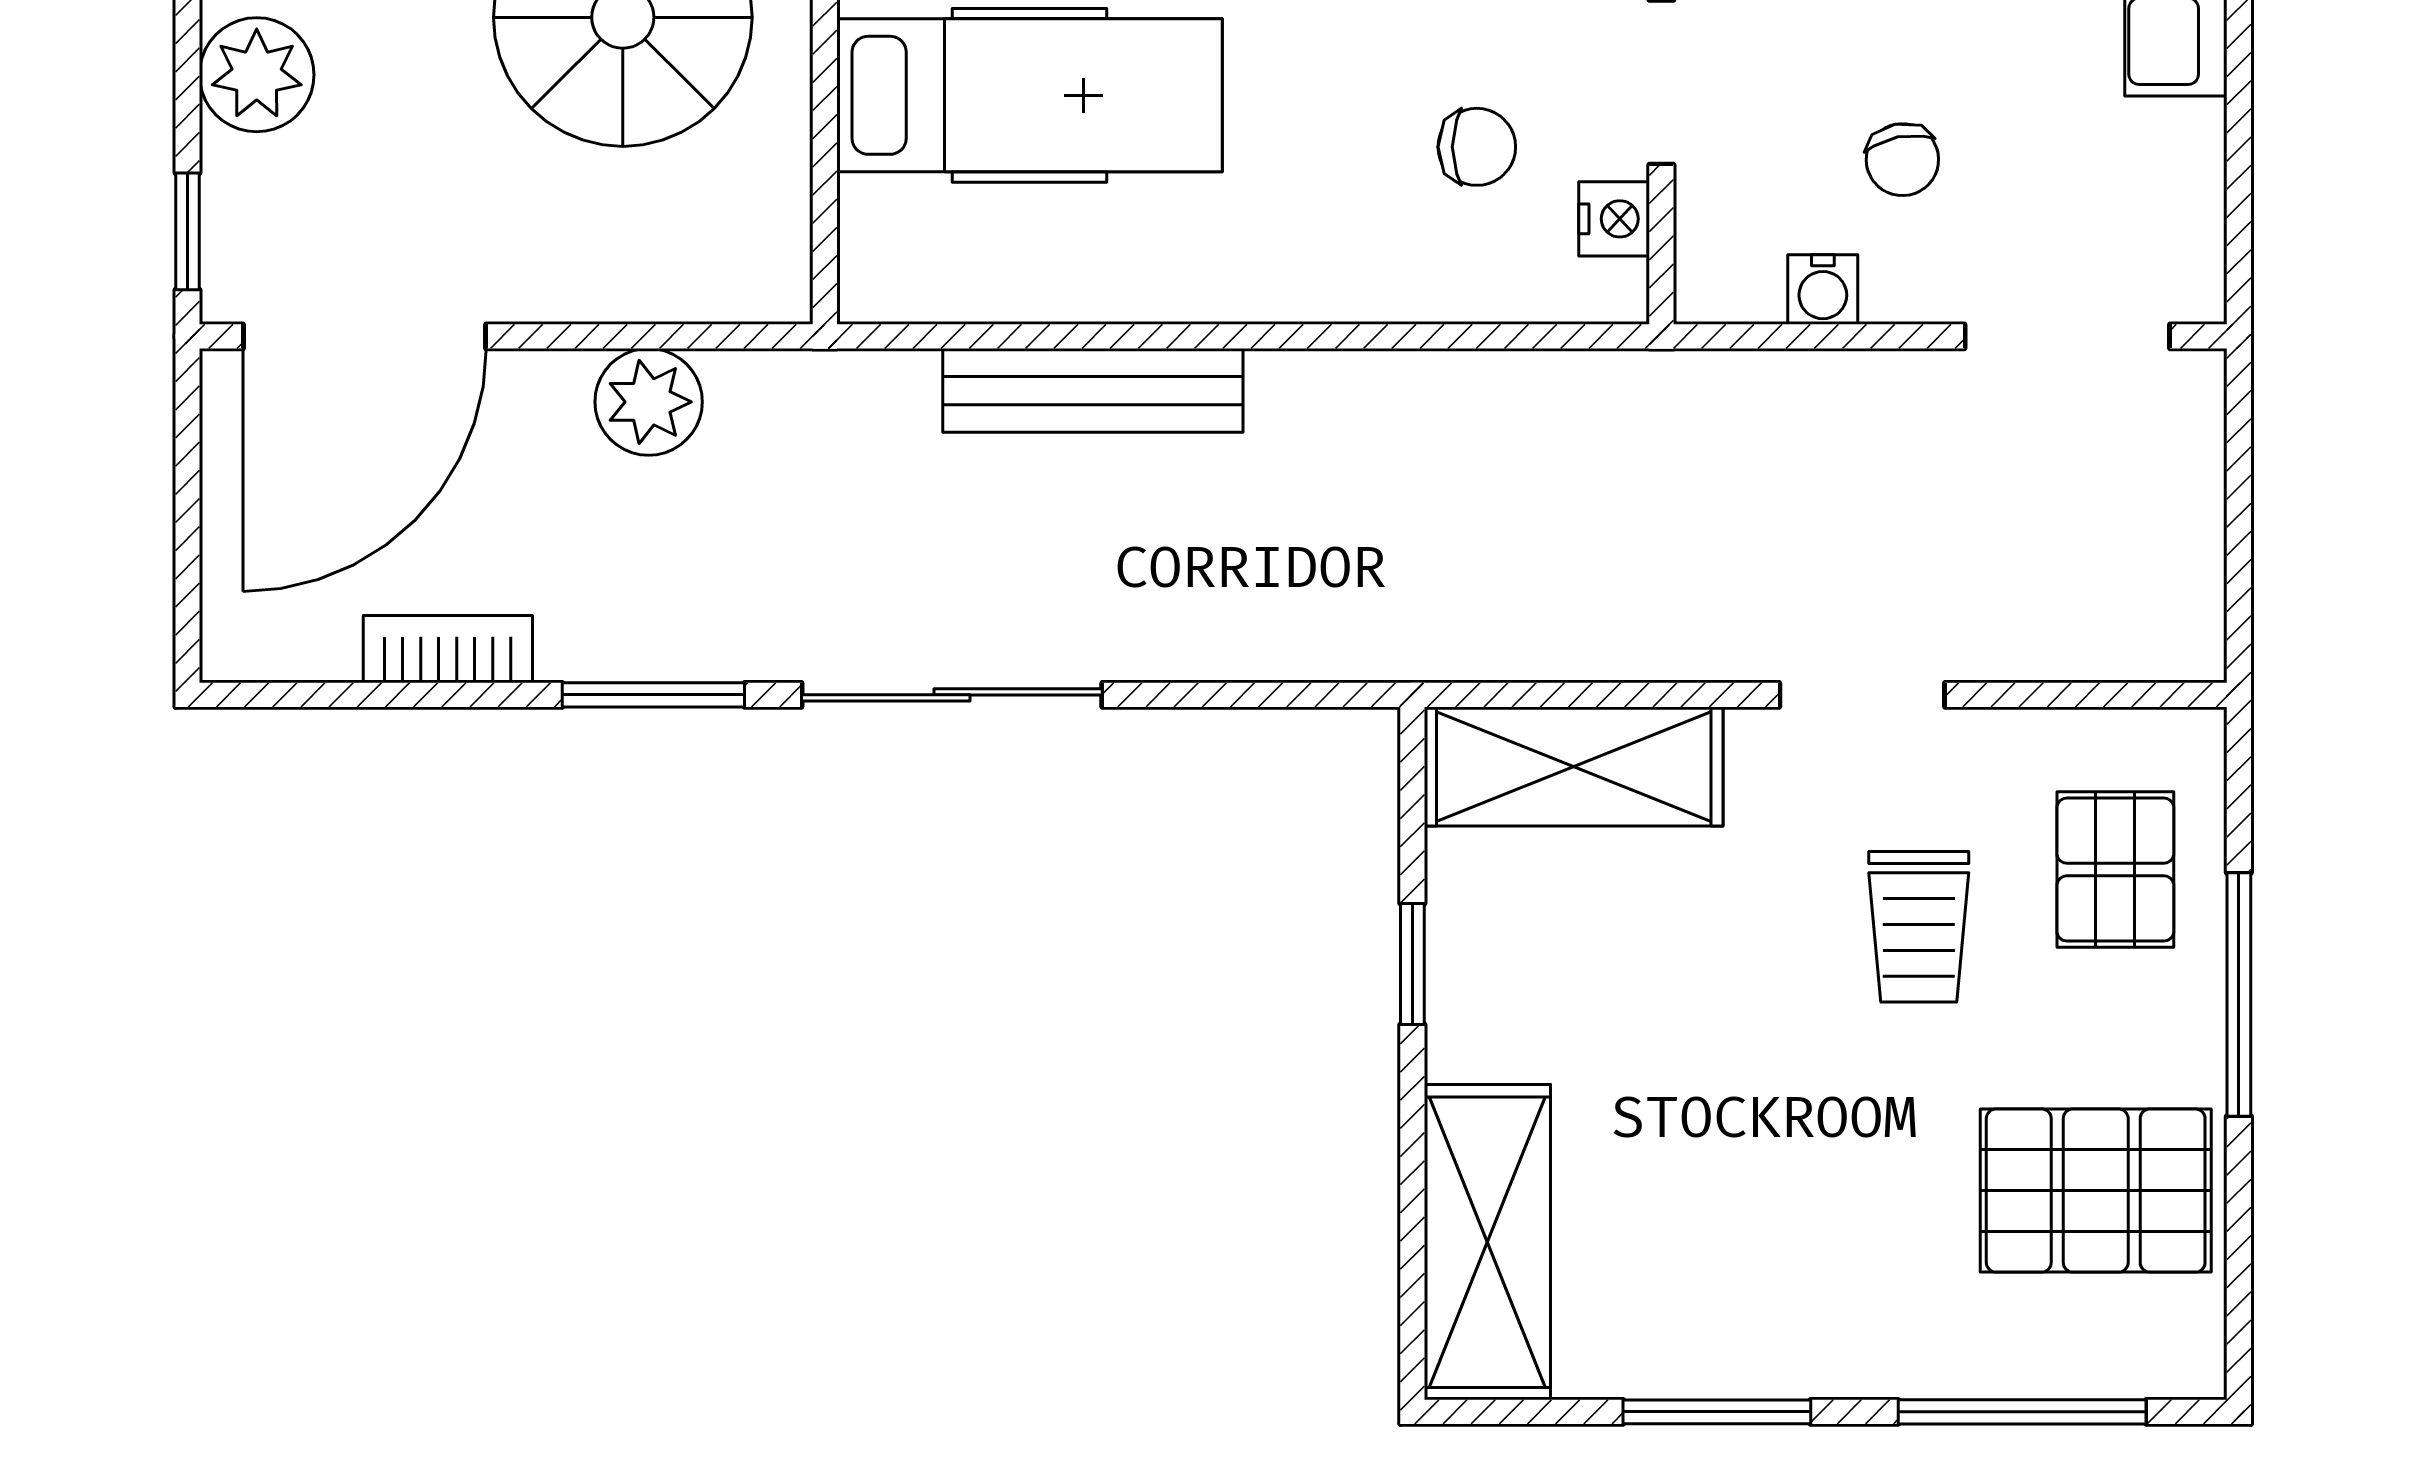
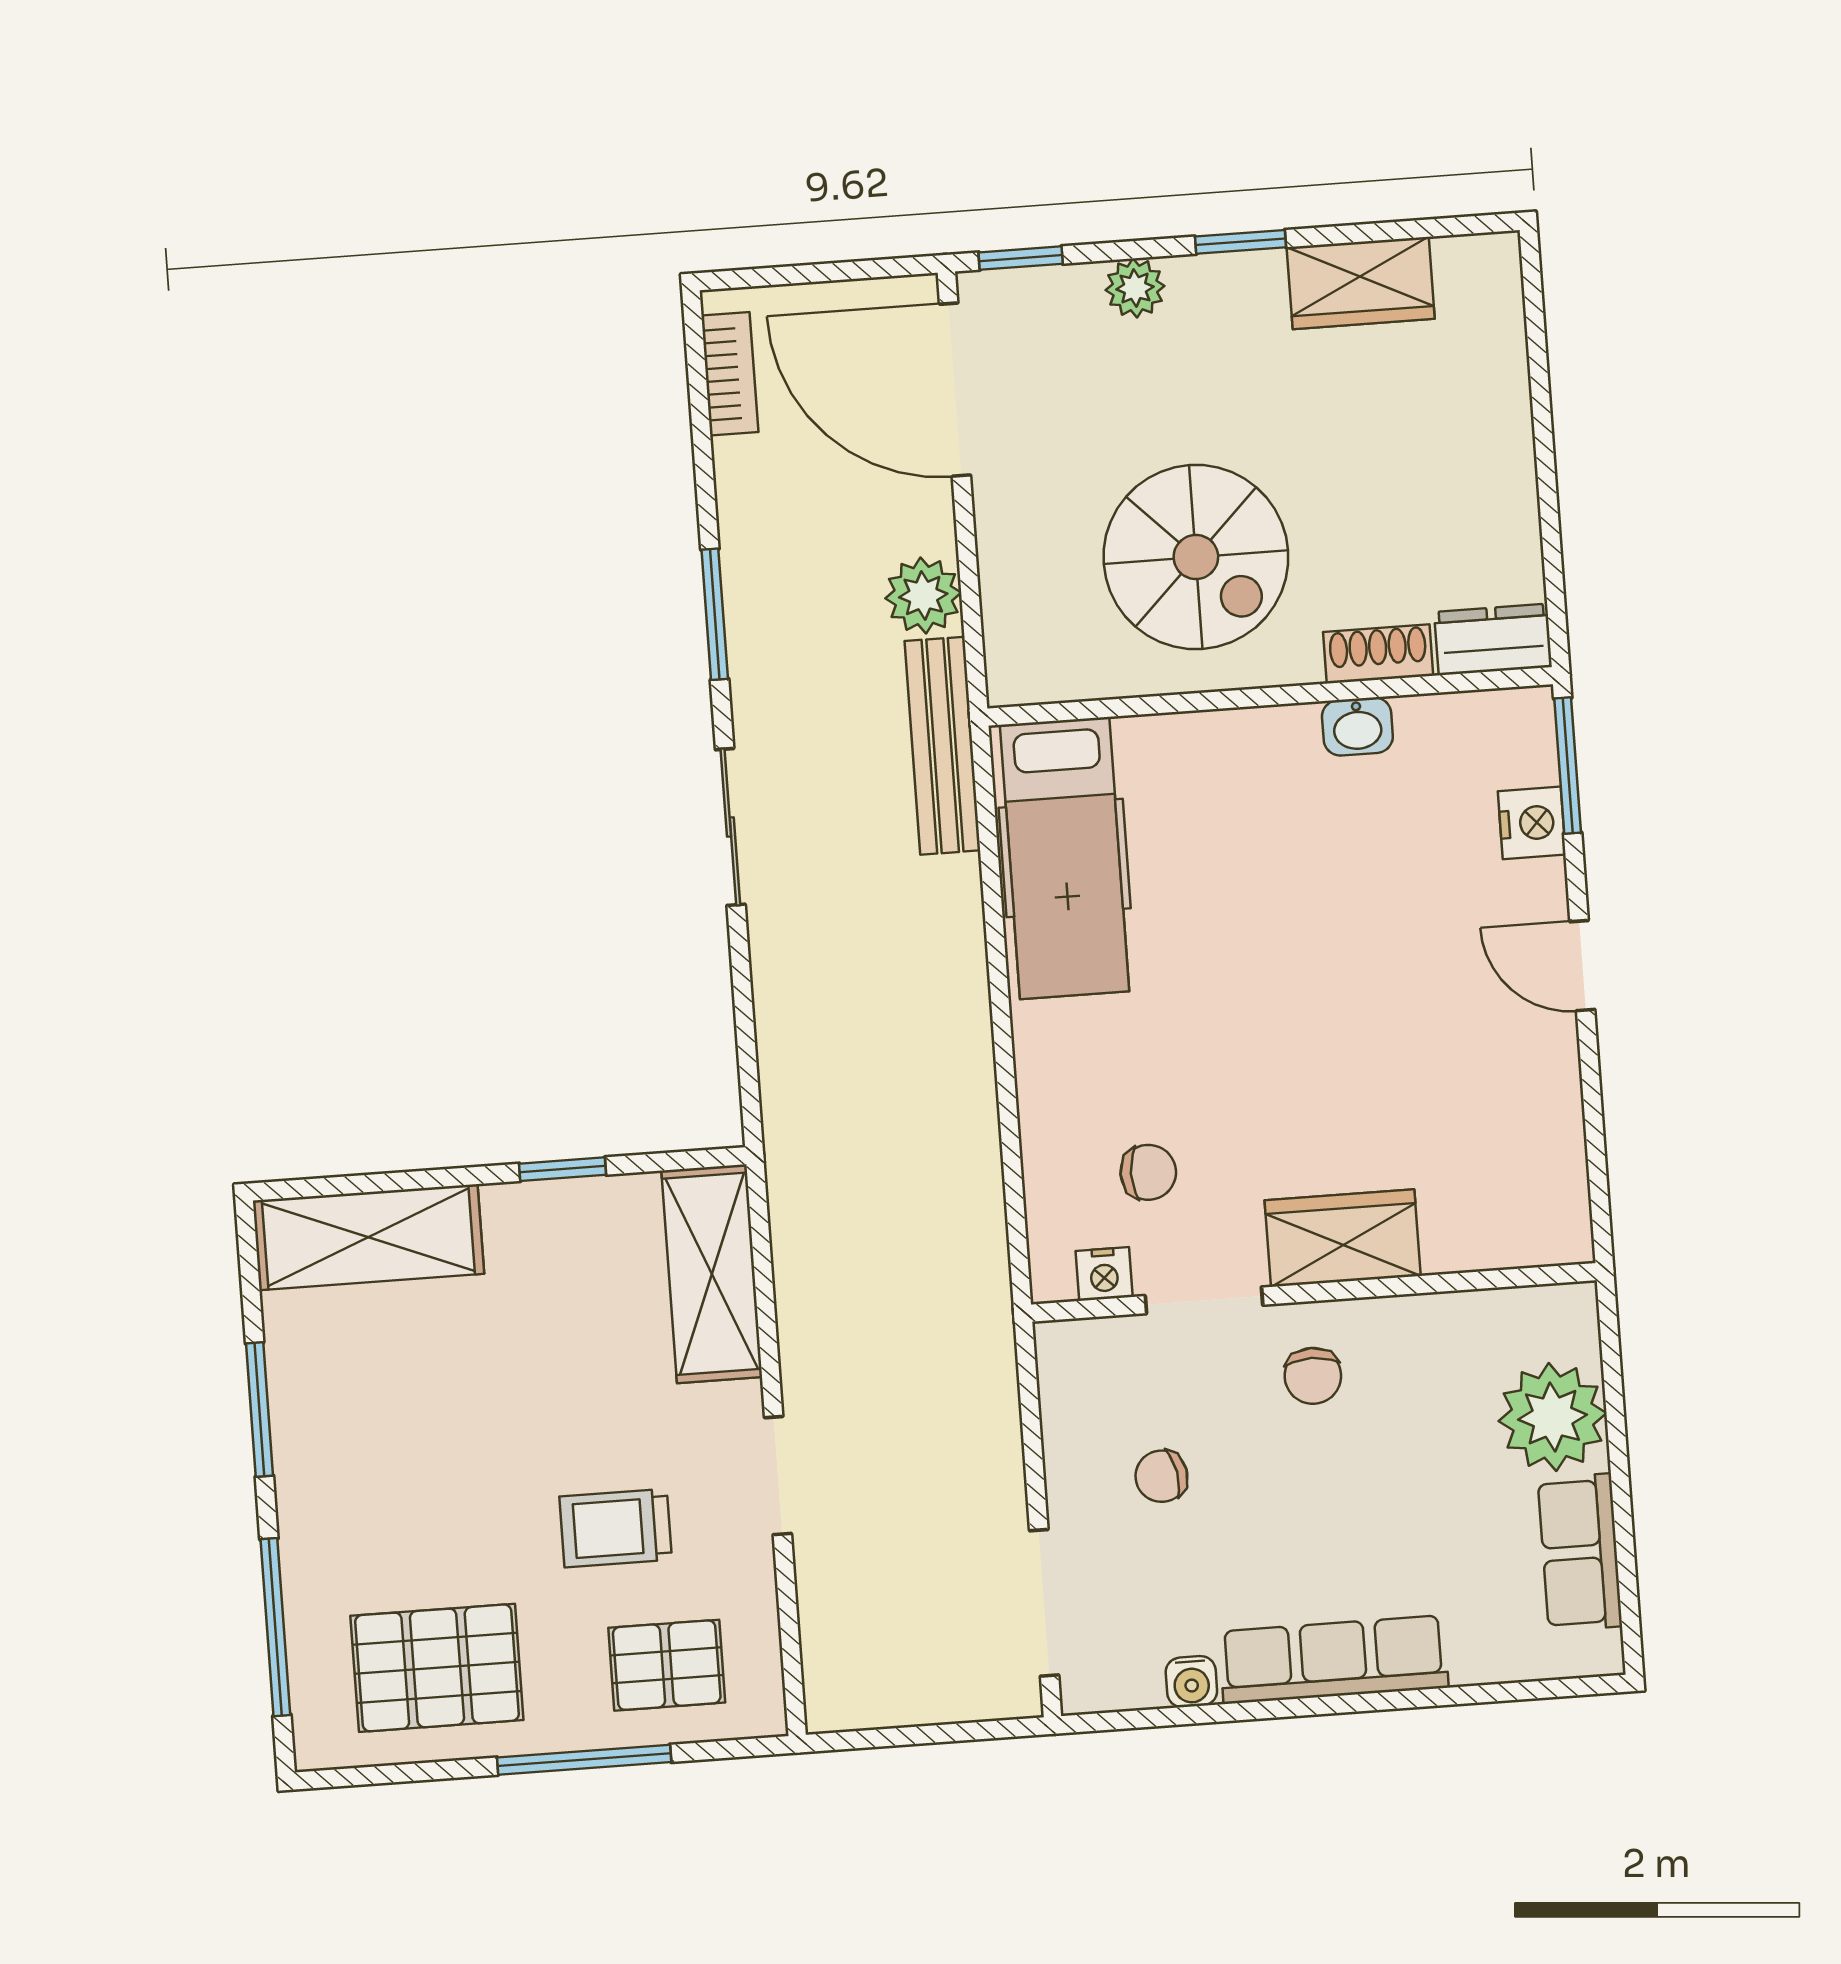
plant: (257, 75) -> (1135, 288), width x0.73, depth x0.73
hospital bed: (1029, 95) -> (1065, 858), moved
chair: (1477, 147) -> (1148, 1172), turned -90
water cooler: (1823, 290) -> (1191, 1682), moved, turned -90
bench: (1093, 390) -> (943, 746), moved
bookcase: (448, 649) -> (730, 374), moved
sliding door: (952, 695) -> (730, 827), width x0.73
pallet: (2096, 1191) -> (437, 1668), turned 90

